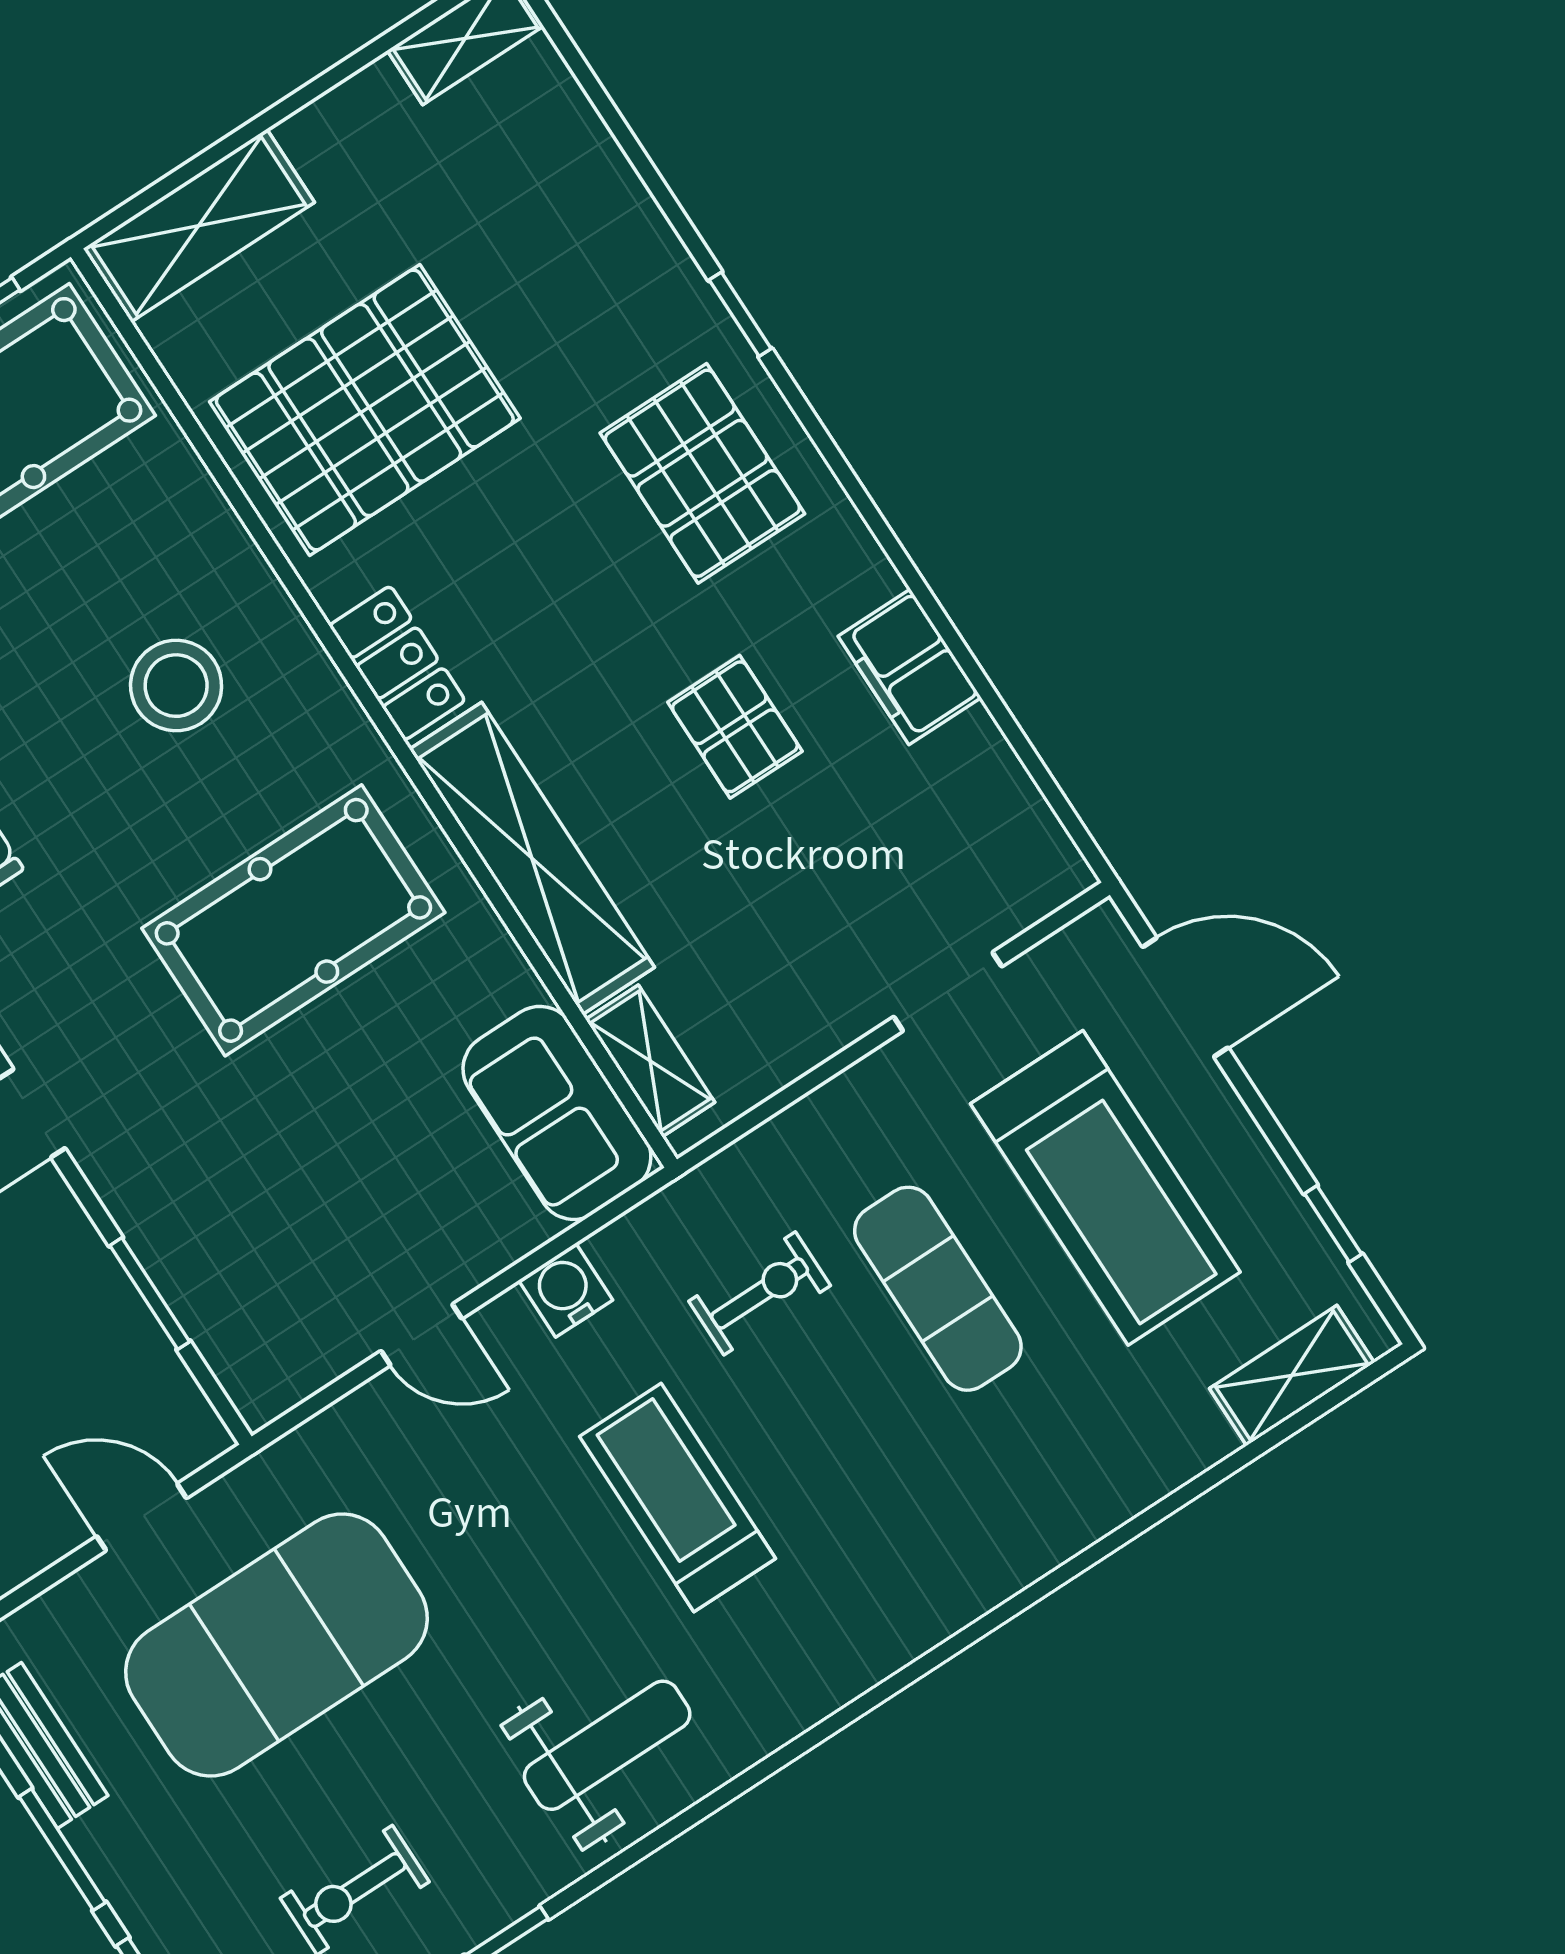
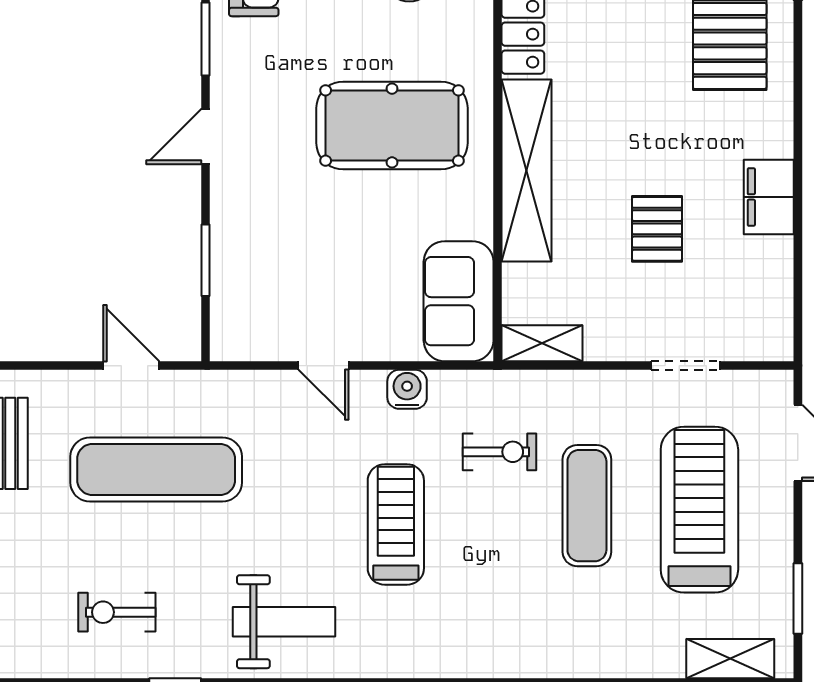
pallet: (735, 727) -> (657, 229), moved
shelving: (650, 1061) -> (542, 343), moved, turned 90
treadmill: (1105, 1188) -> (699, 510), turned 180
window: (1333, 1224) -> (798, 599), width x1.50
exercise mat: (276, 1645) -> (156, 470), width x0.68

